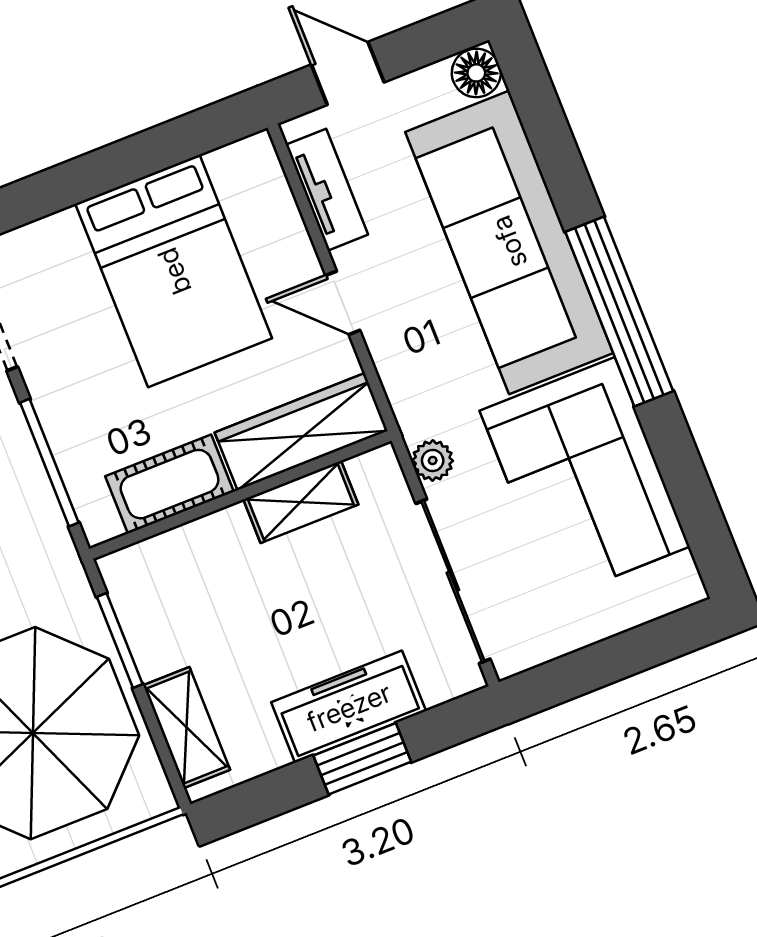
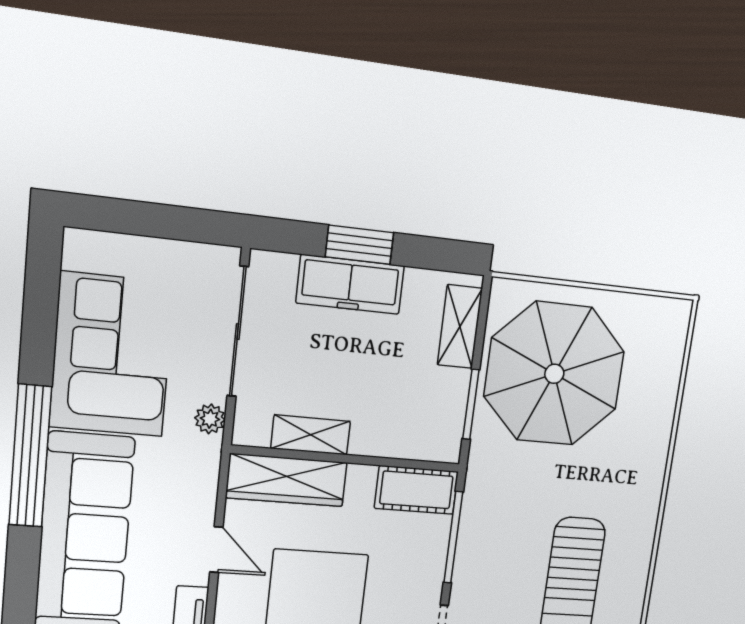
cot: (170, 484) -> (416, 490), moved

